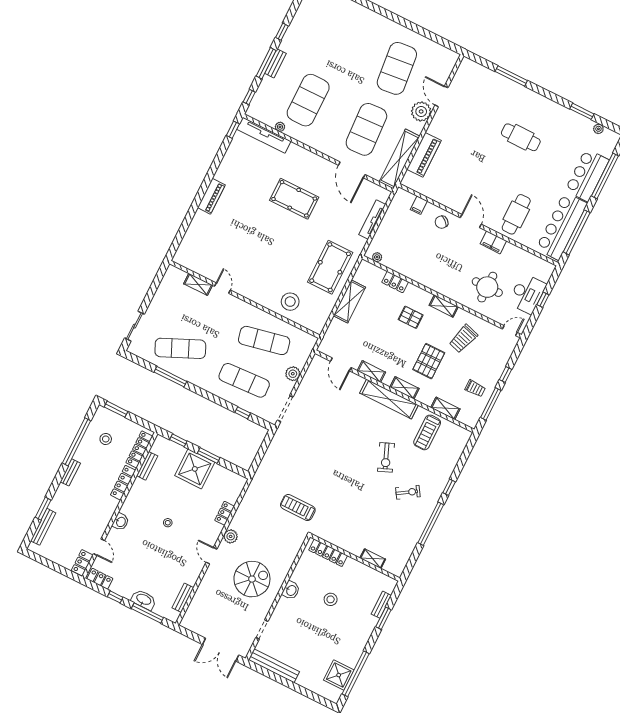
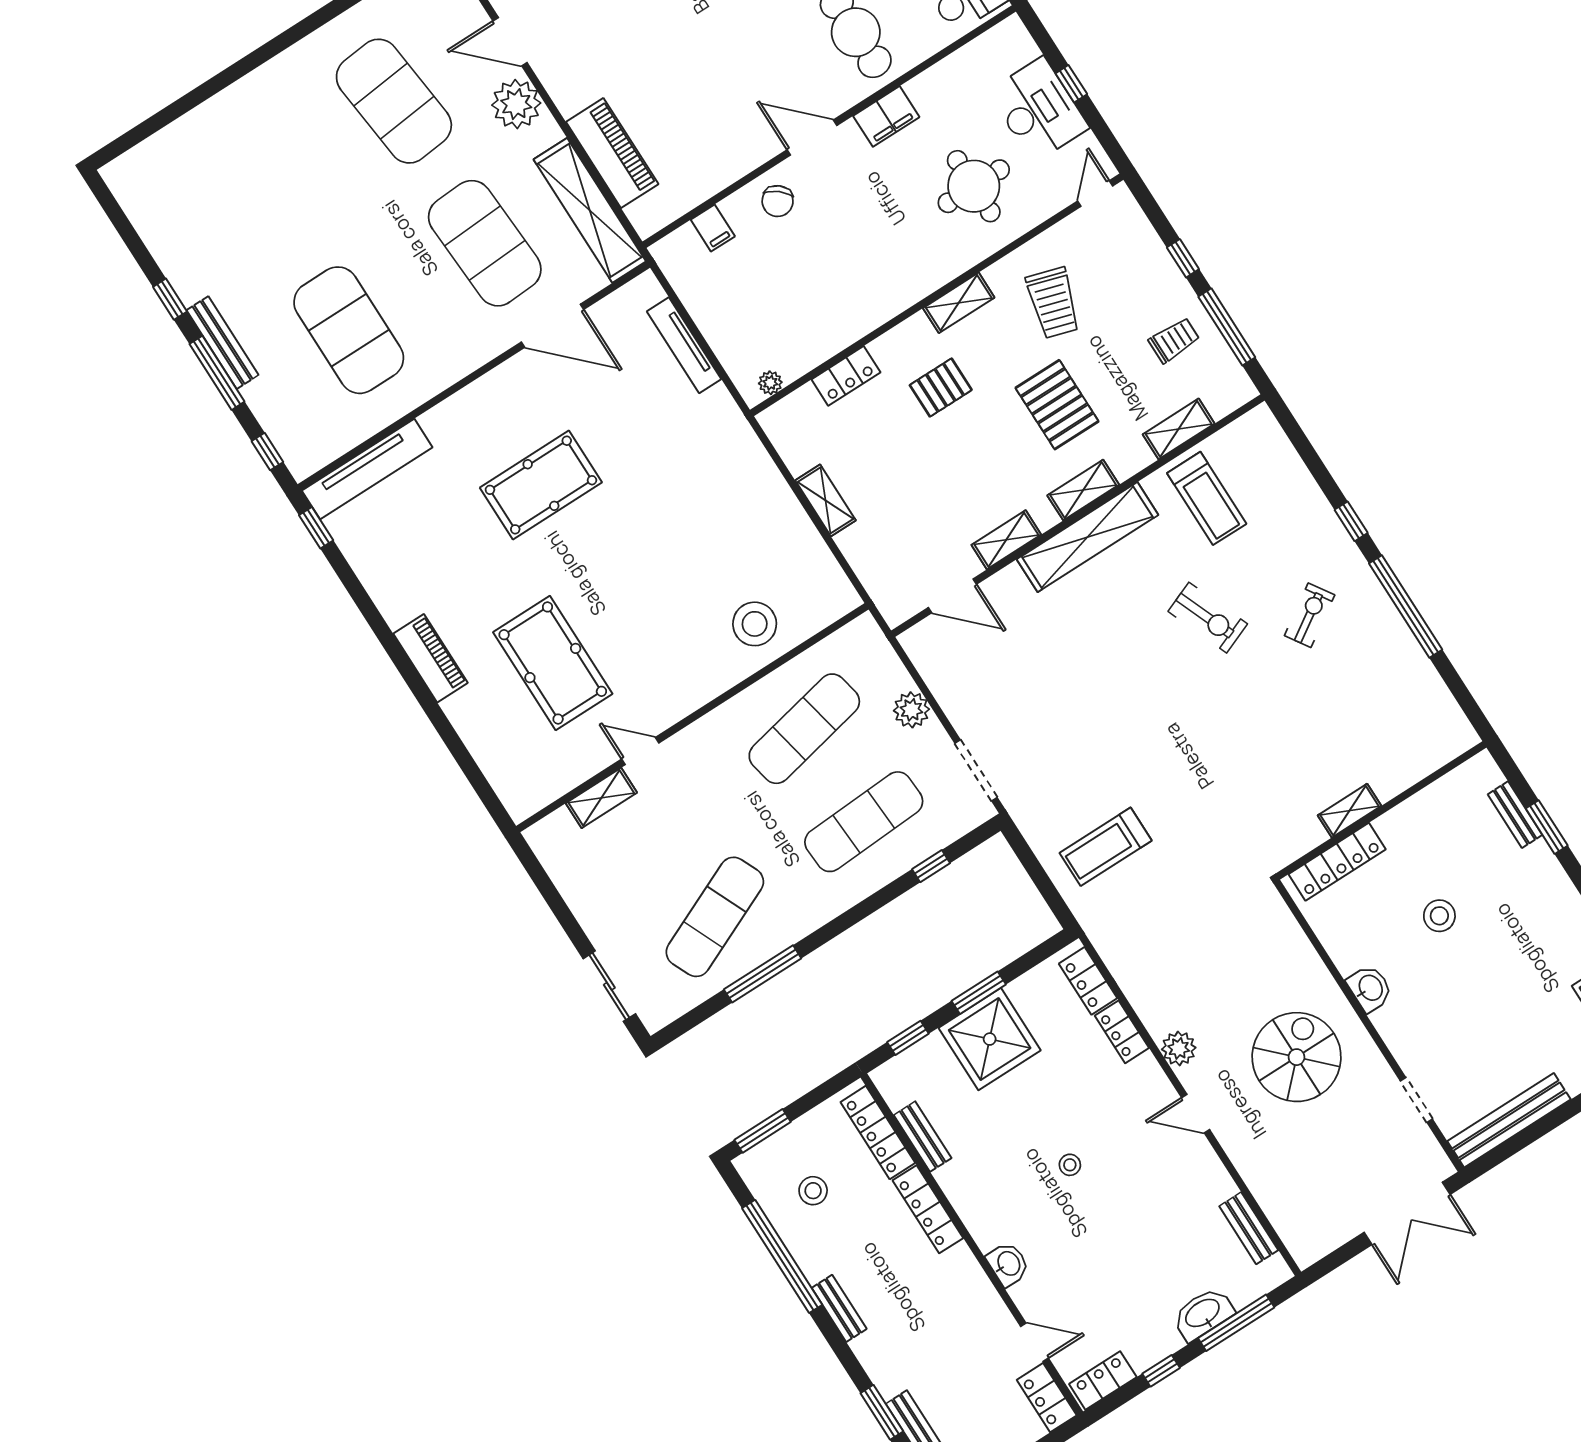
bench: (275, 63) -> (223, 343), width x1.36
plant: (280, 127) -> (370, 424), removed
pool table: (330, 267) -> (553, 663), moved
shelving: (349, 302) -> (826, 500), width x0.67, depth x0.75
locker: (235, 491) -> (1088, 981), added
treadmill: (298, 508) -> (1106, 847), moved
shelving: (373, 559) -> (1349, 811), moved

